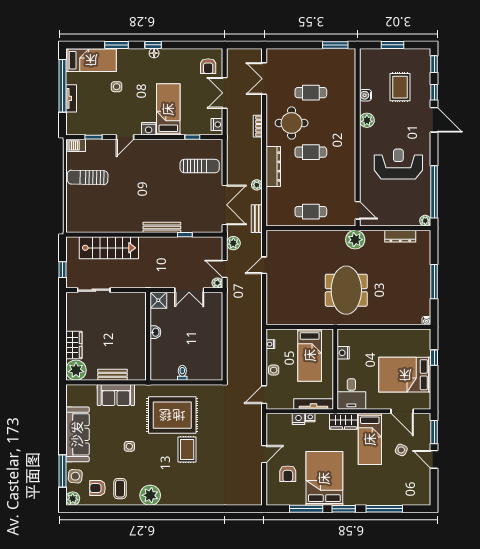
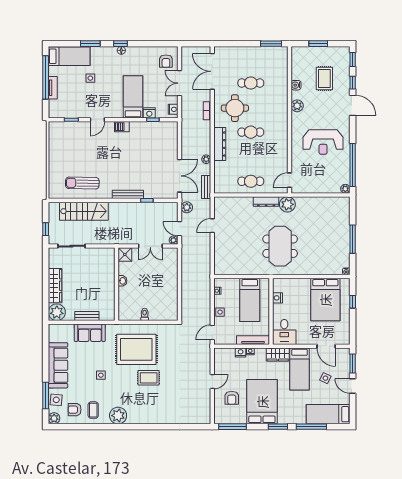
double door: (264, 79) -> (212, 71), width x1.37
nightstand: (149, 129) -> (149, 113), moved
barbecue: (77, 145) -> (122, 127), moved
reception desk: (398, 164) -> (323, 142), turned 180
sun lounger: (200, 166) -> (159, 144), removed
sun lounger: (88, 177) -> (82, 183), moved
door: (358, 210) -> (289, 180), swing flipped
dresser: (400, 236) -> (266, 202), moved
wardrobe: (74, 345) -> (55, 286), width x1.50
bed: (405, 375) -> (325, 300), moved, turned -90
rug: (187, 450) -> (149, 378), turned 90
bed: (404, 494) -> (328, 414), added
window: (306, 509) -> (232, 427), moved

